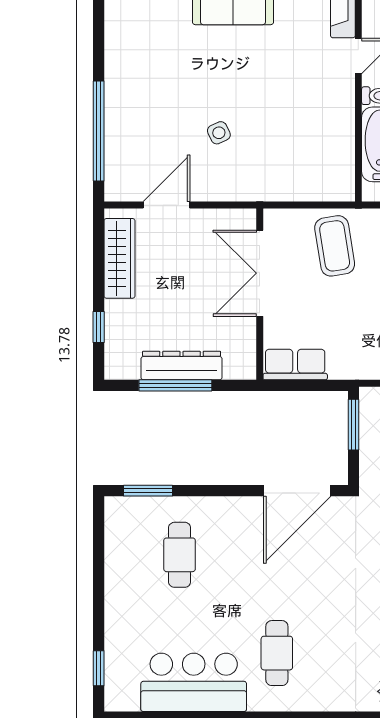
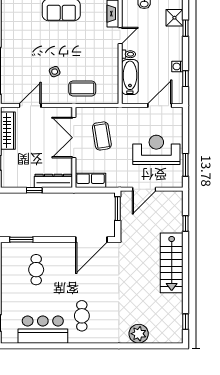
coffee table: (278, 169) -> (82, 88), added
coffee table: (335, 246) -> (102, 136), moved
dresser: (182, 366) -> (53, 181), moved
window: (175, 385) -> (34, 190), width x0.46

